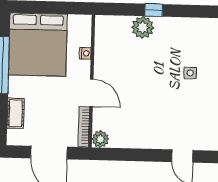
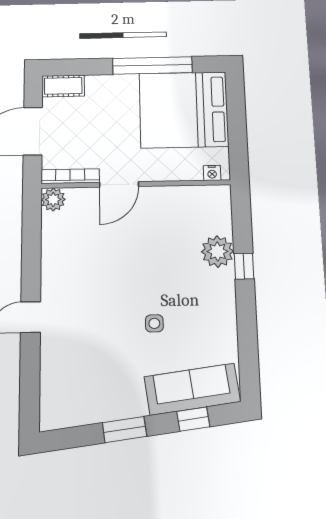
nightstand: (85, 53) -> (212, 173), moved
cot: (16, 113) -> (63, 86), moved

